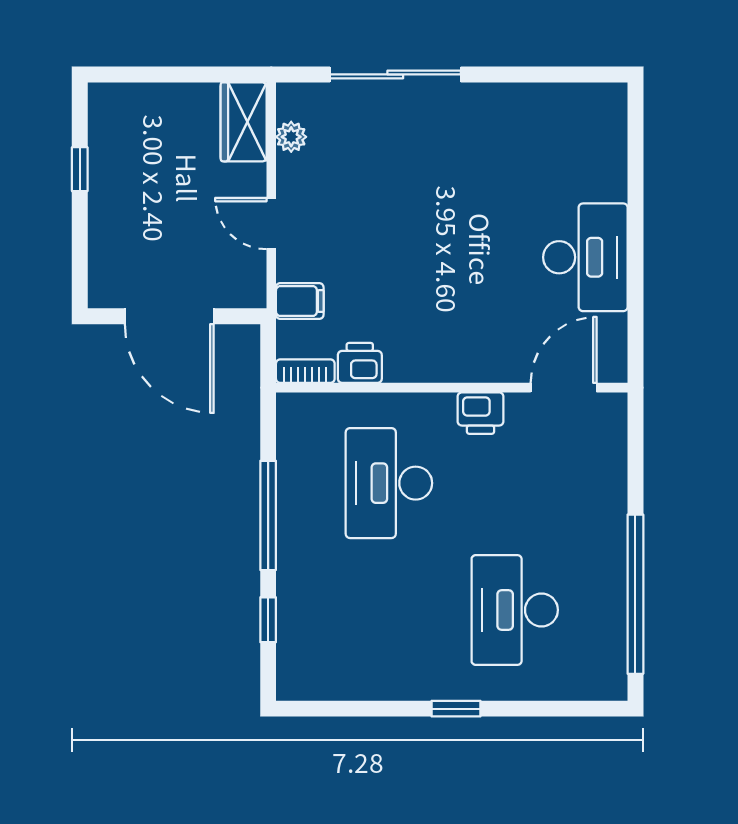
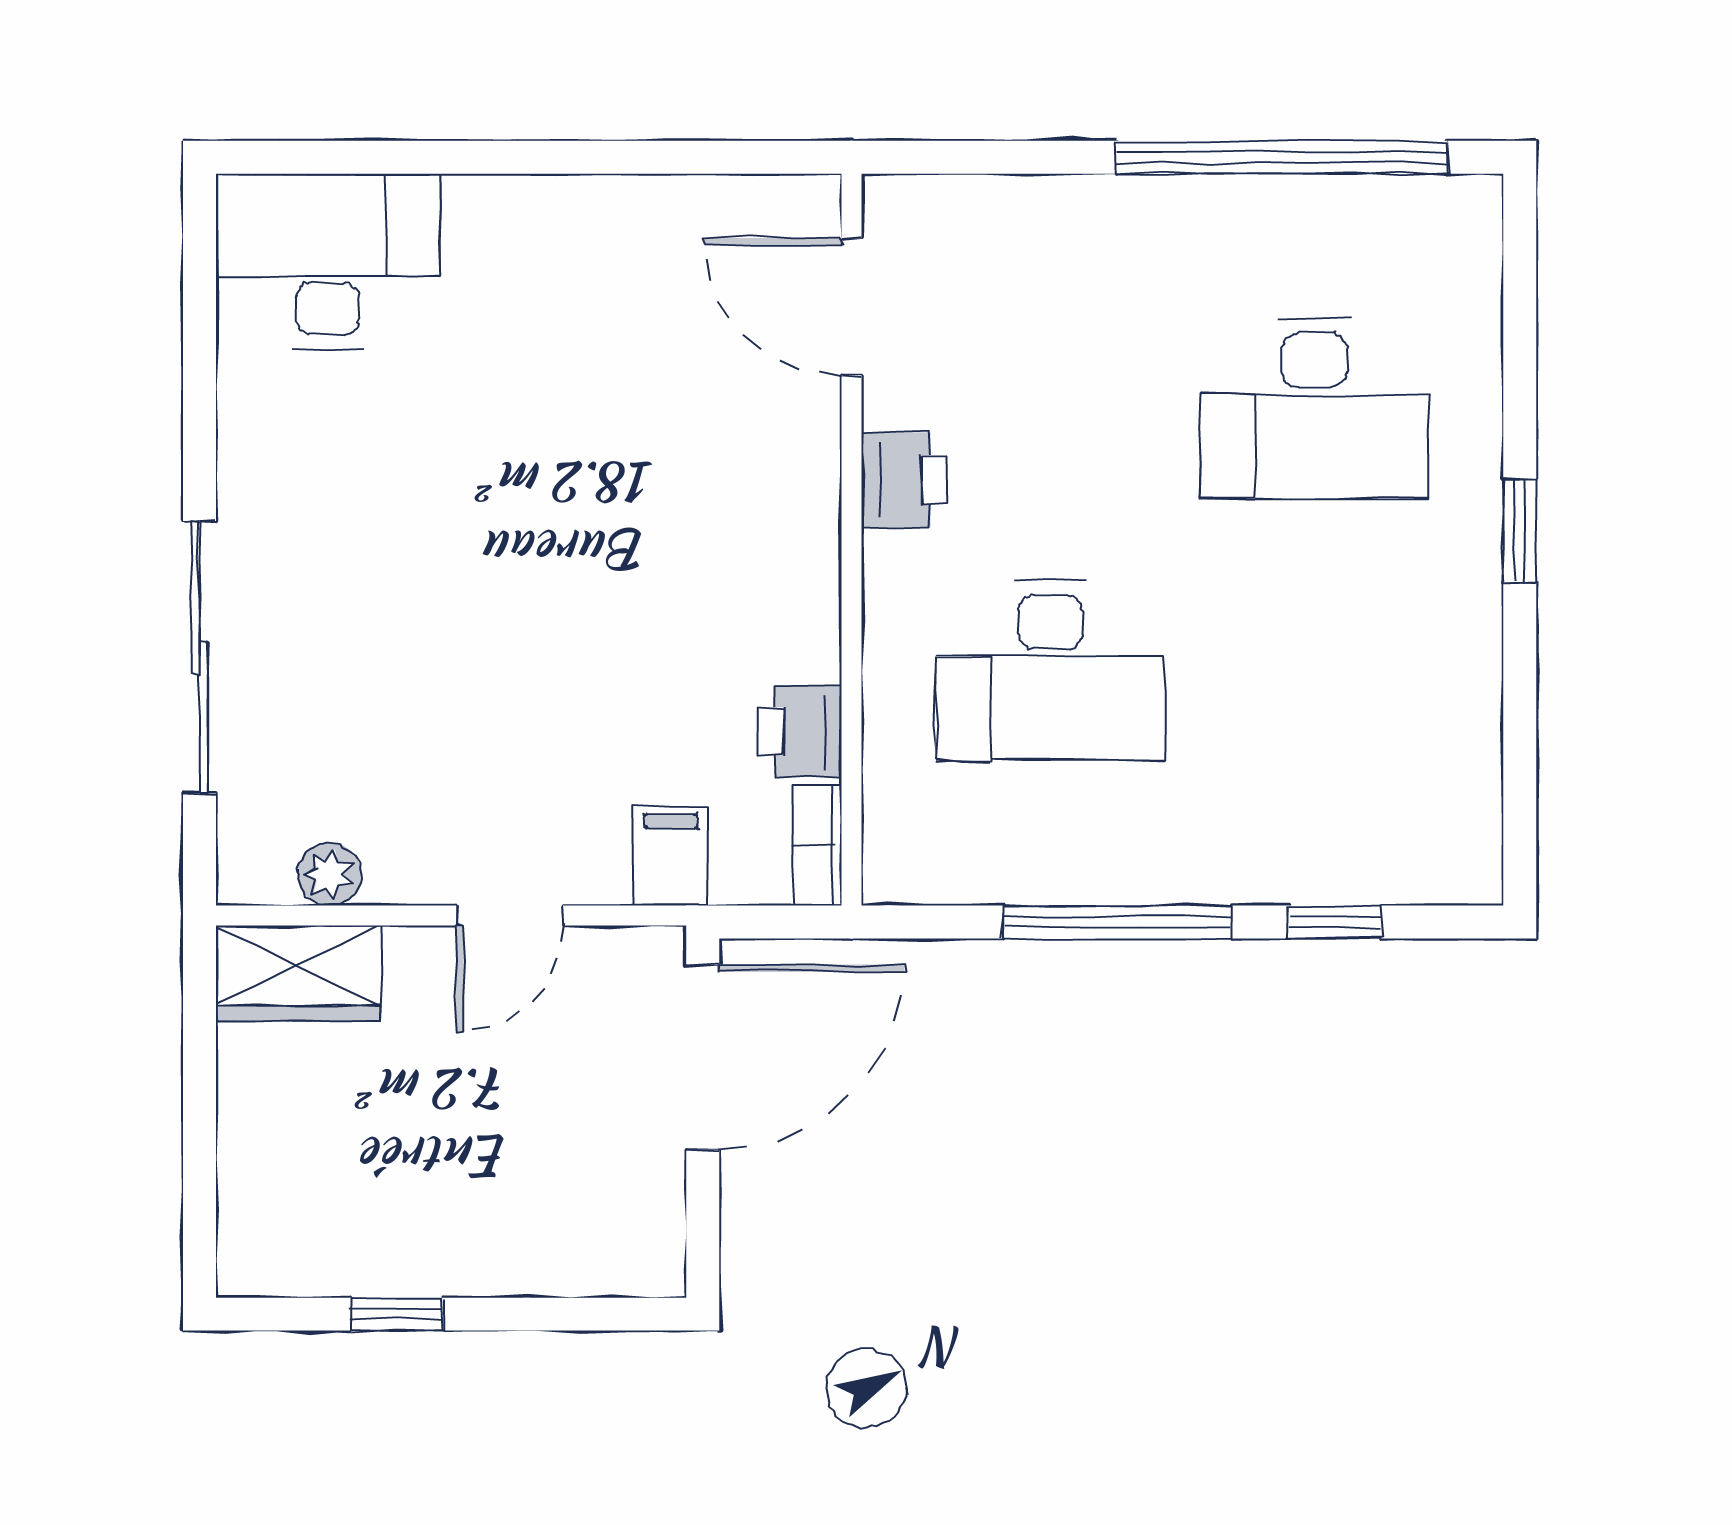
desk: (585, 257) -> (328, 262), moved
door: (169, 316) -> (703, 1057), moved

